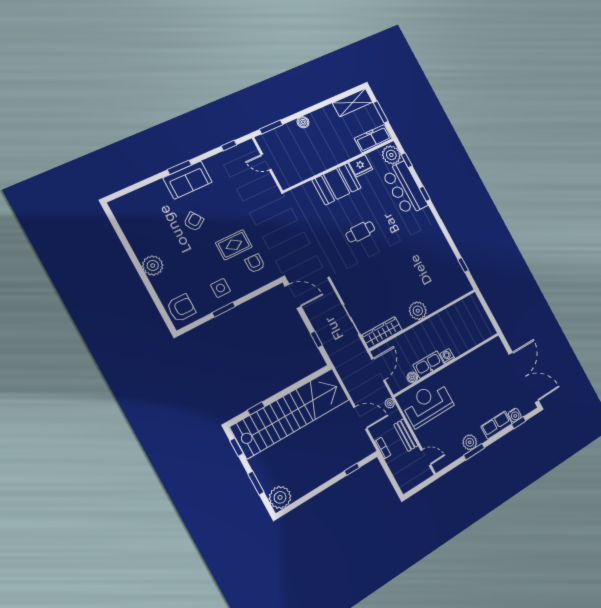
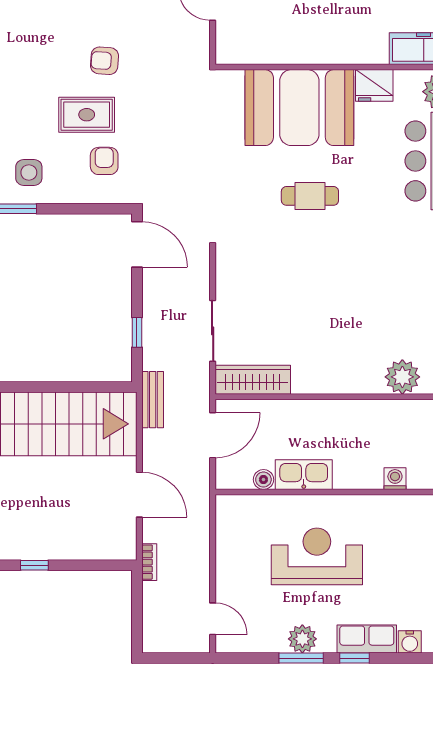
booth: (337, 184) -> (299, 108), width x1.36, depth x1.42
armchair: (194, 222) -> (104, 61), moved, turned -141
plant: (418, 311) -> (402, 377), moved
washing machine: (447, 356) -> (395, 479), moved
plant: (390, 403) -> (201, 499), removed
reception desk: (428, 404) -> (317, 556), moved
window: (519, 423) -> (354, 658), moved
bench: (406, 435) -> (153, 400), moved
window: (352, 469) -> (34, 565), moved

